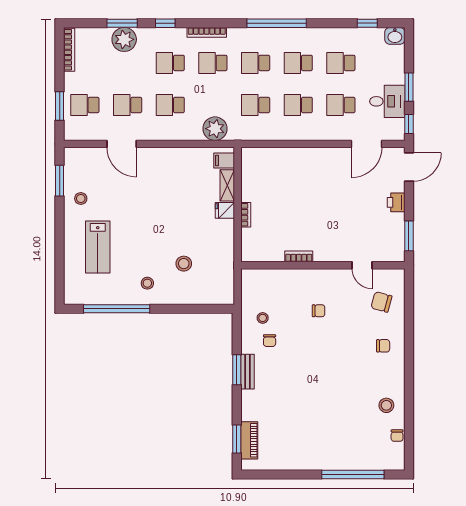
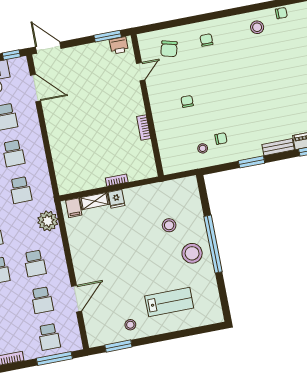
window: (60, 106) -> (54, 358), width x1.44
printer: (396, 202) -> (119, 45), moved
stool: (147, 283) -> (192, 253), width x1.89, depth x1.89
window: (117, 309) -> (213, 244), moved
bench: (248, 372) -> (278, 147), moved

